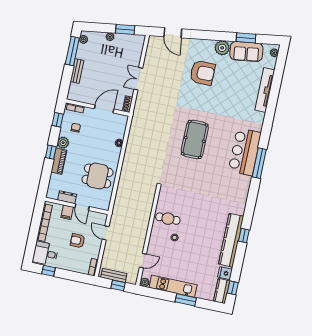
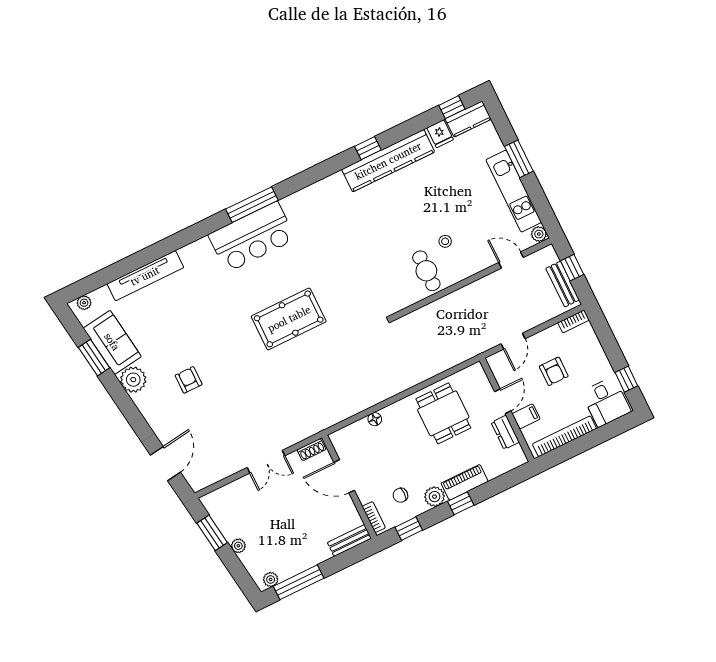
bench: (77, 71) -> (349, 541), moved
armchair: (203, 73) -> (189, 380), width x0.53, depth x0.53

